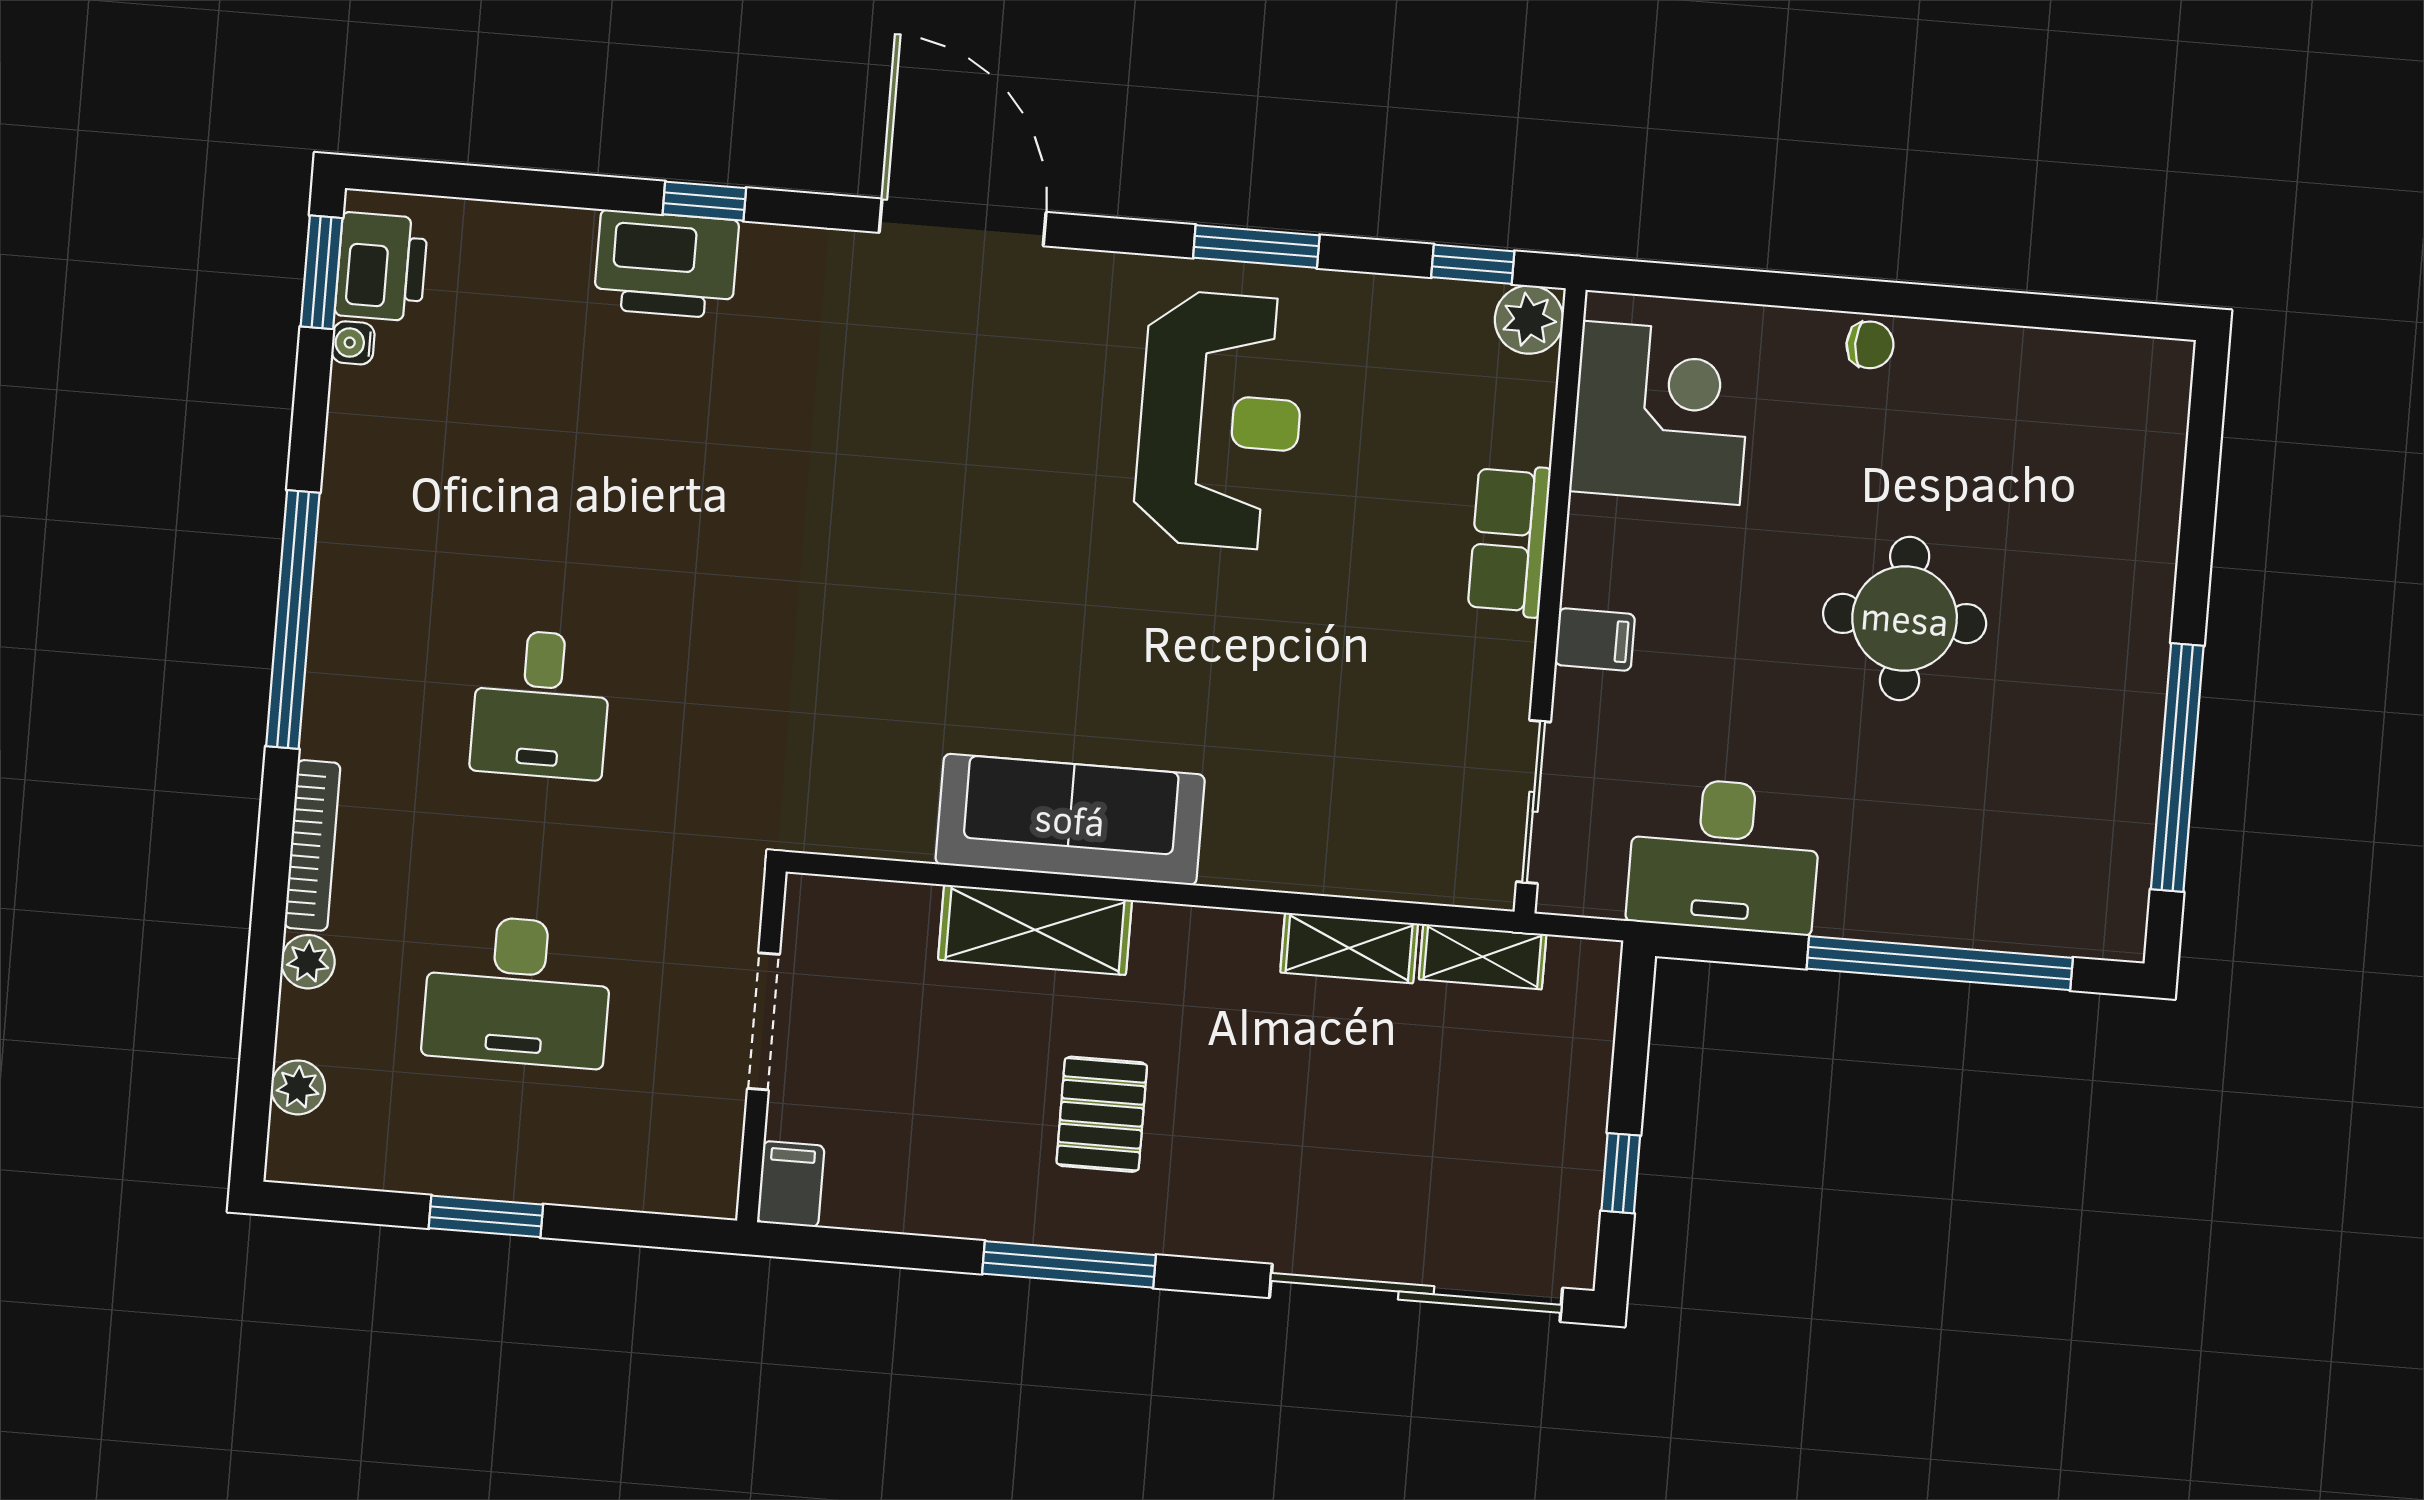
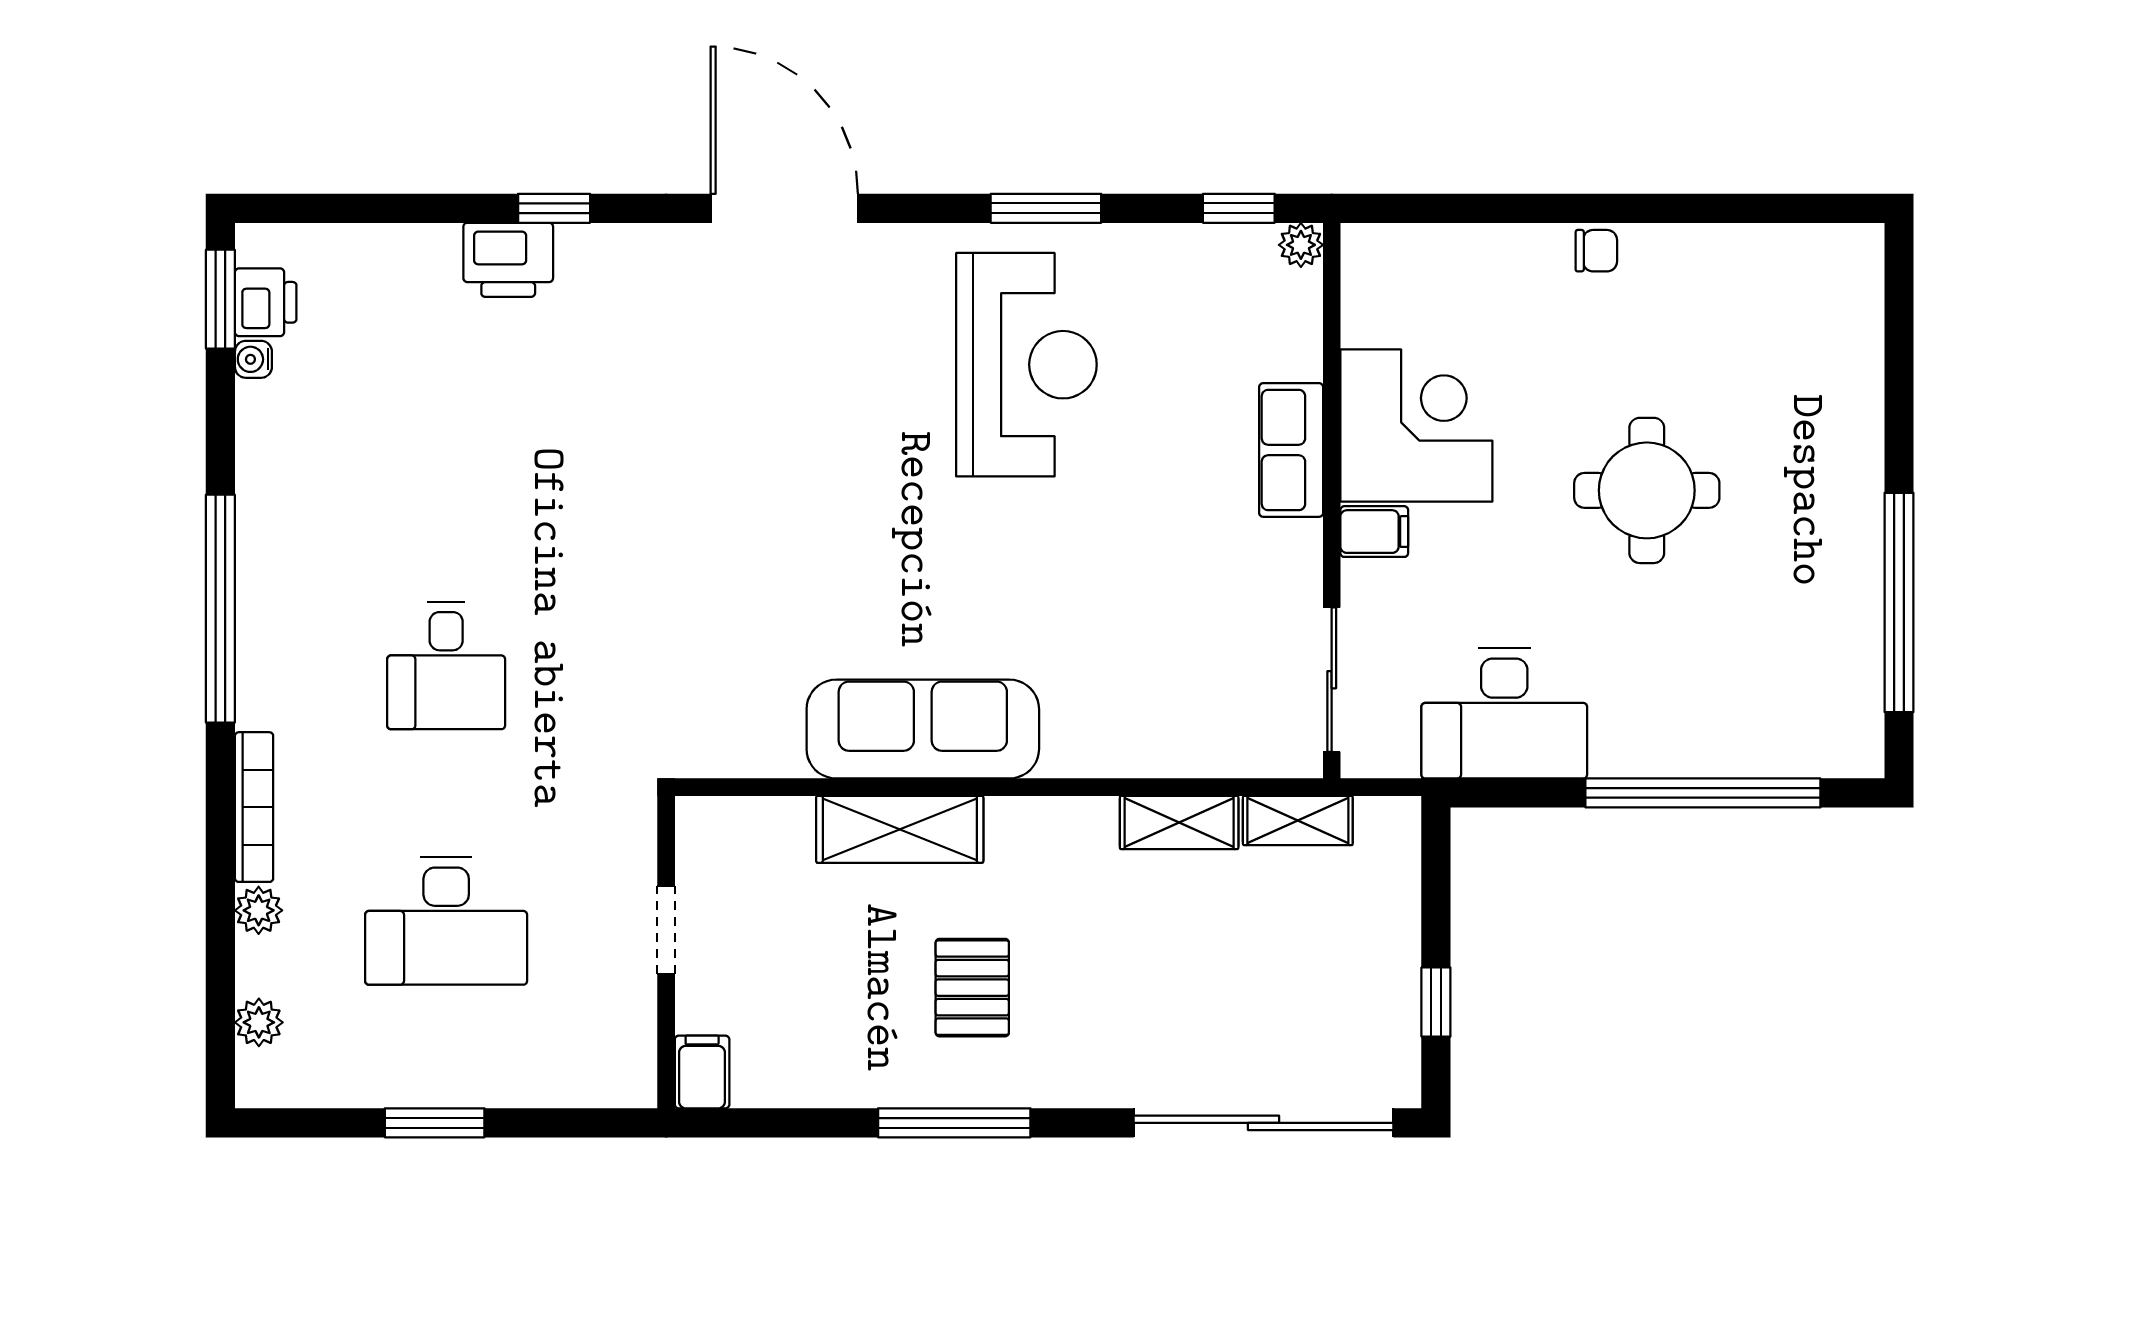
printer: (666, 264) -> (508, 260), width x0.73, depth x0.84
printer: (381, 267) -> (266, 302), width x0.73, depth x0.81
plant: (1529, 320) -> (1301, 245), width x0.73, depth x0.73
corner desk: (1661, 413) -> (1416, 426), moved
doorway: (763, 1021) -> (666, 930), width x0.73

